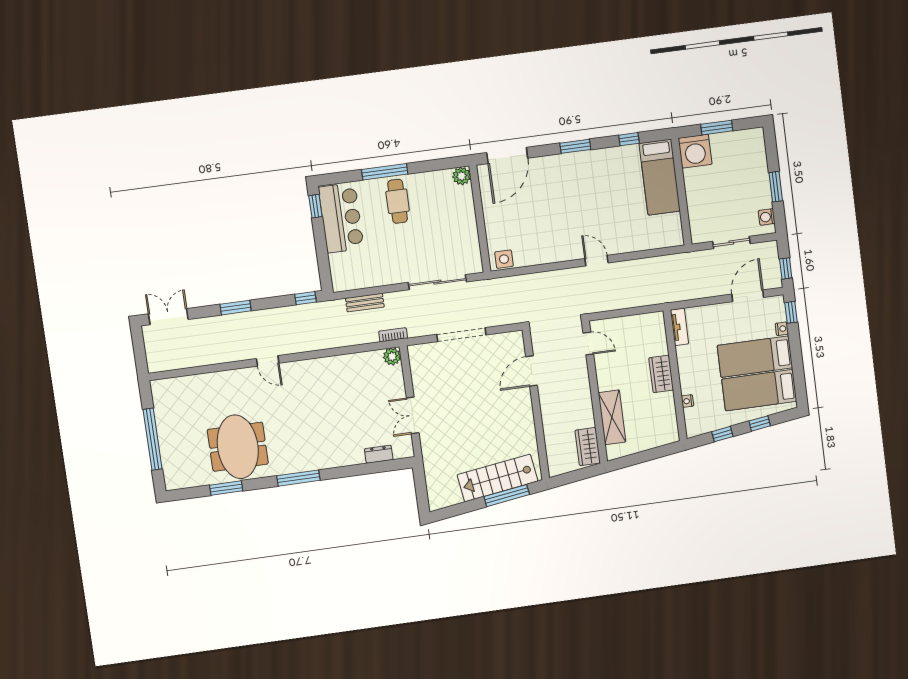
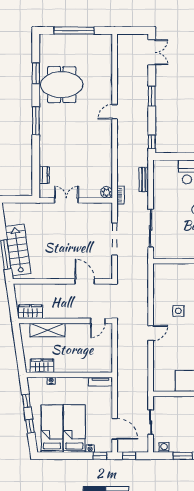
side table: (504, 259) -> (178, 311), moved
wardrobe: (661, 374) -> (42, 366), moved

